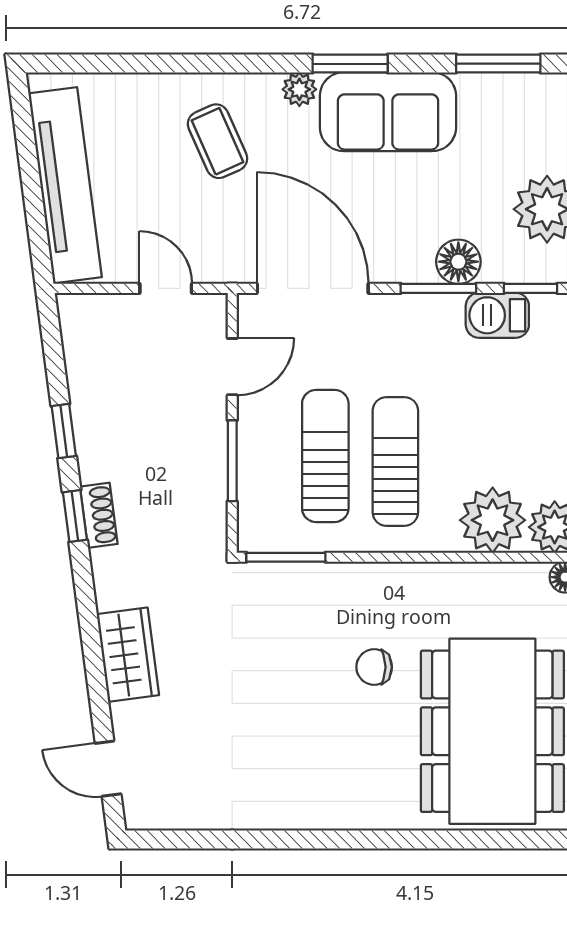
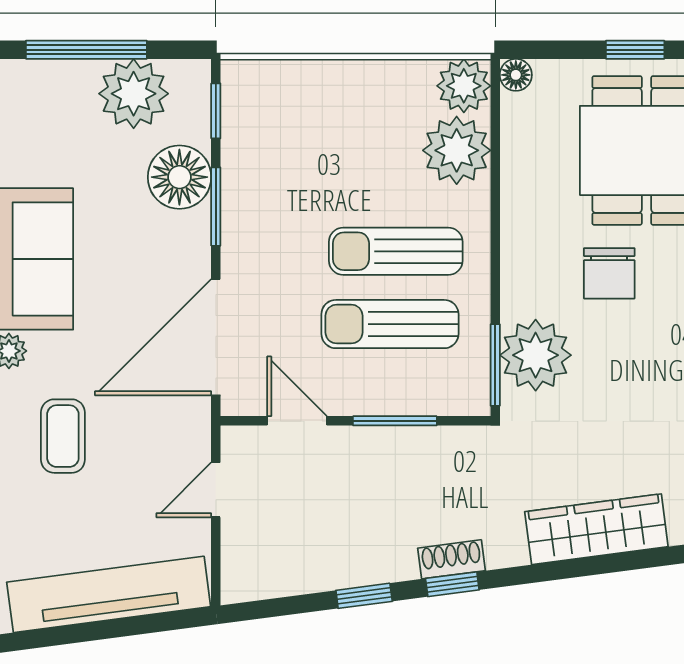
coffee table: (217, 141) -> (63, 436), turned -66
floor lamp: (458, 262) -> (179, 177), width x1.38, depth x1.38
barbecue: (497, 315) -> (244, 145), removed
plant: (295, 596) -> (536, 355), added
wardrobe: (128, 655) -> (596, 529), width x1.50
chair: (374, 667) -> (609, 273), width x1.37, depth x1.37

